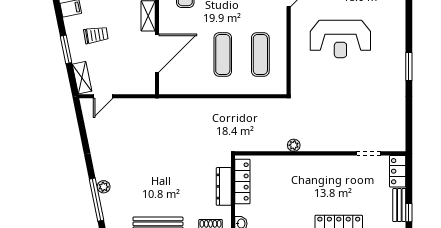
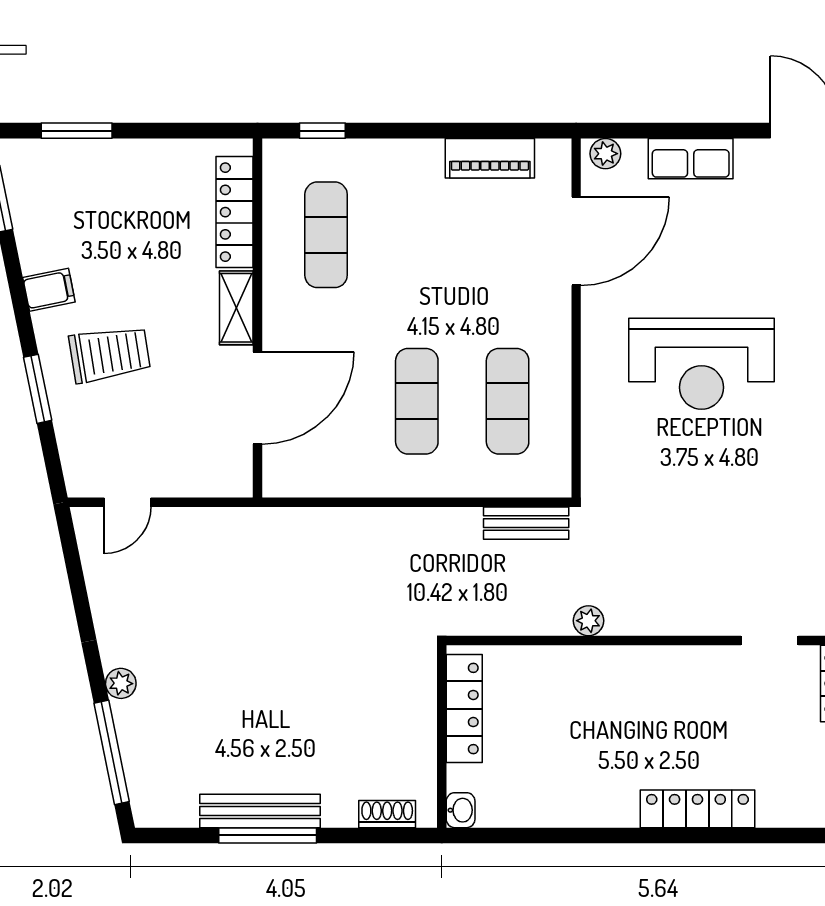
trolley: (96, 35) -> (110, 354), width x1.36, depth x1.39
shelving: (82, 78) -> (76, 457), removed
bench: (268, 105) -> (526, 523), added
dresser: (224, 186) -> (419, 720), removed
plant: (104, 187) -> (121, 683), moved

